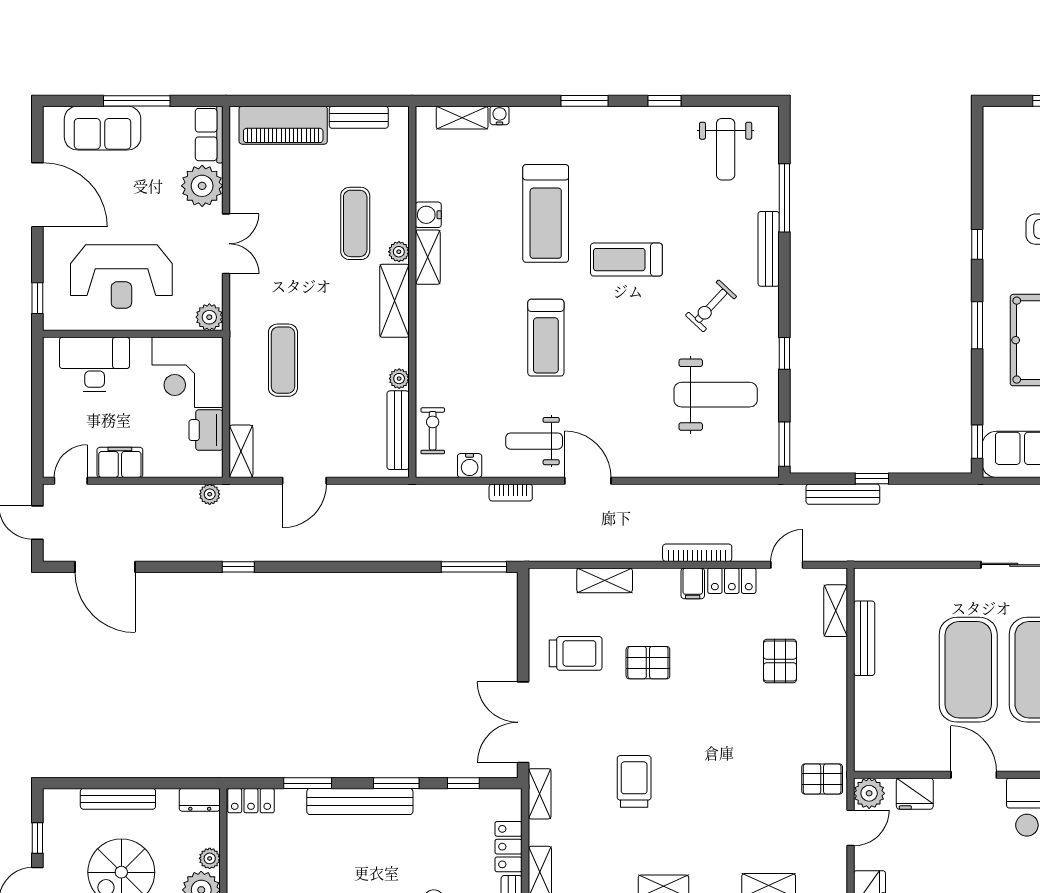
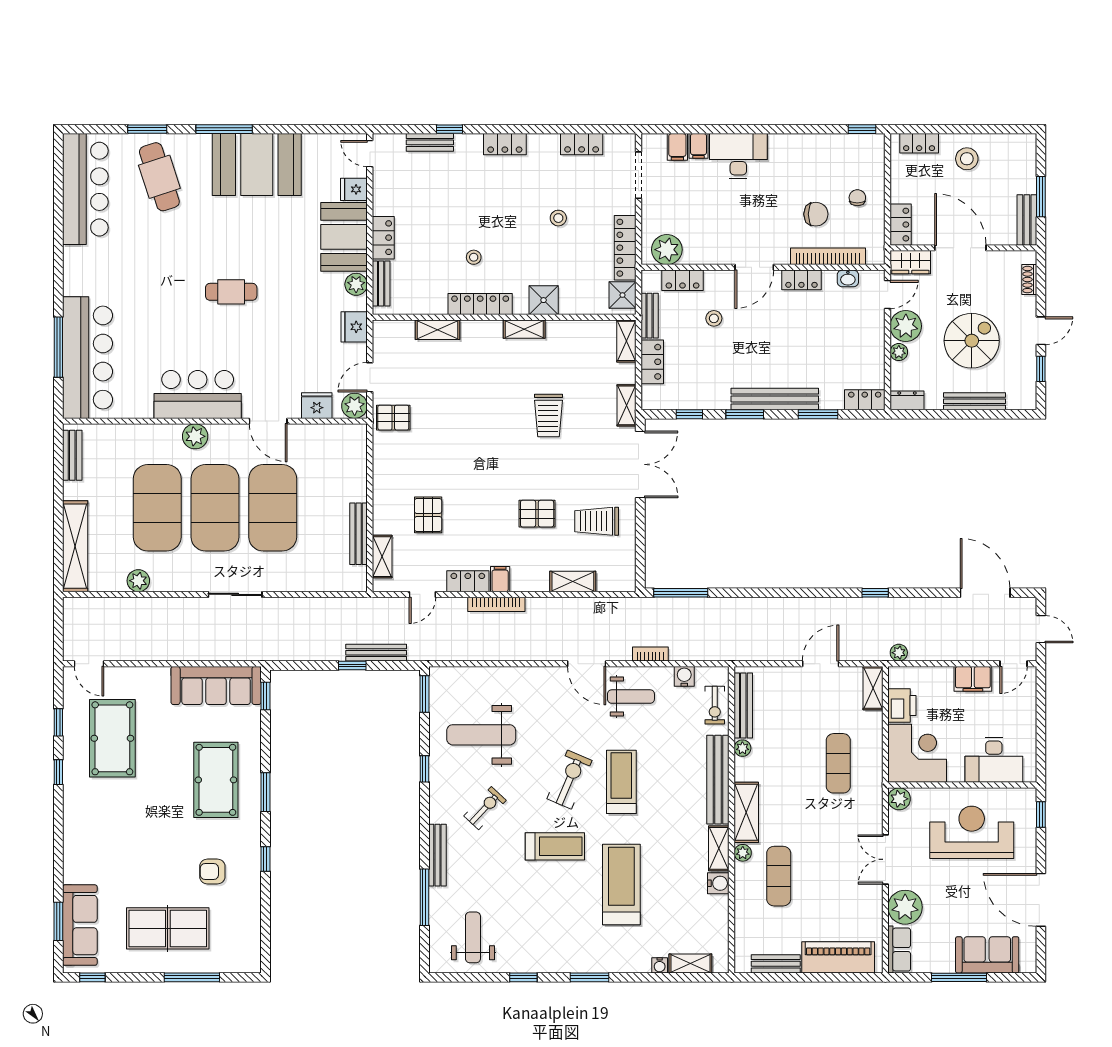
bench: (429, 340) -> (718, 780), added
exercise bike: (609, 340) -> (569, 780), added

